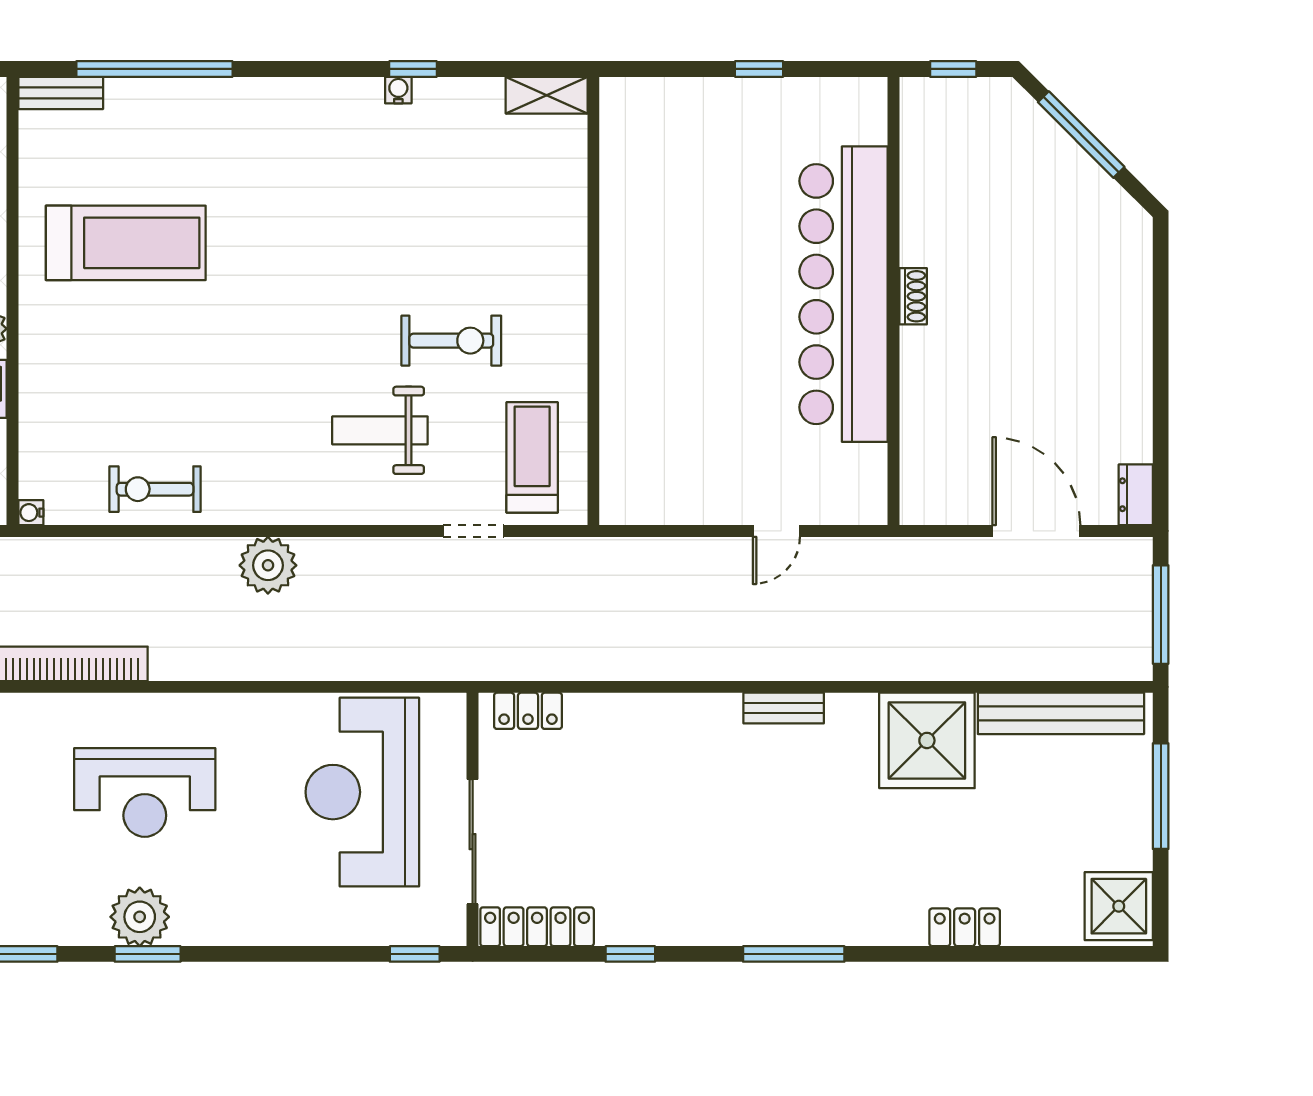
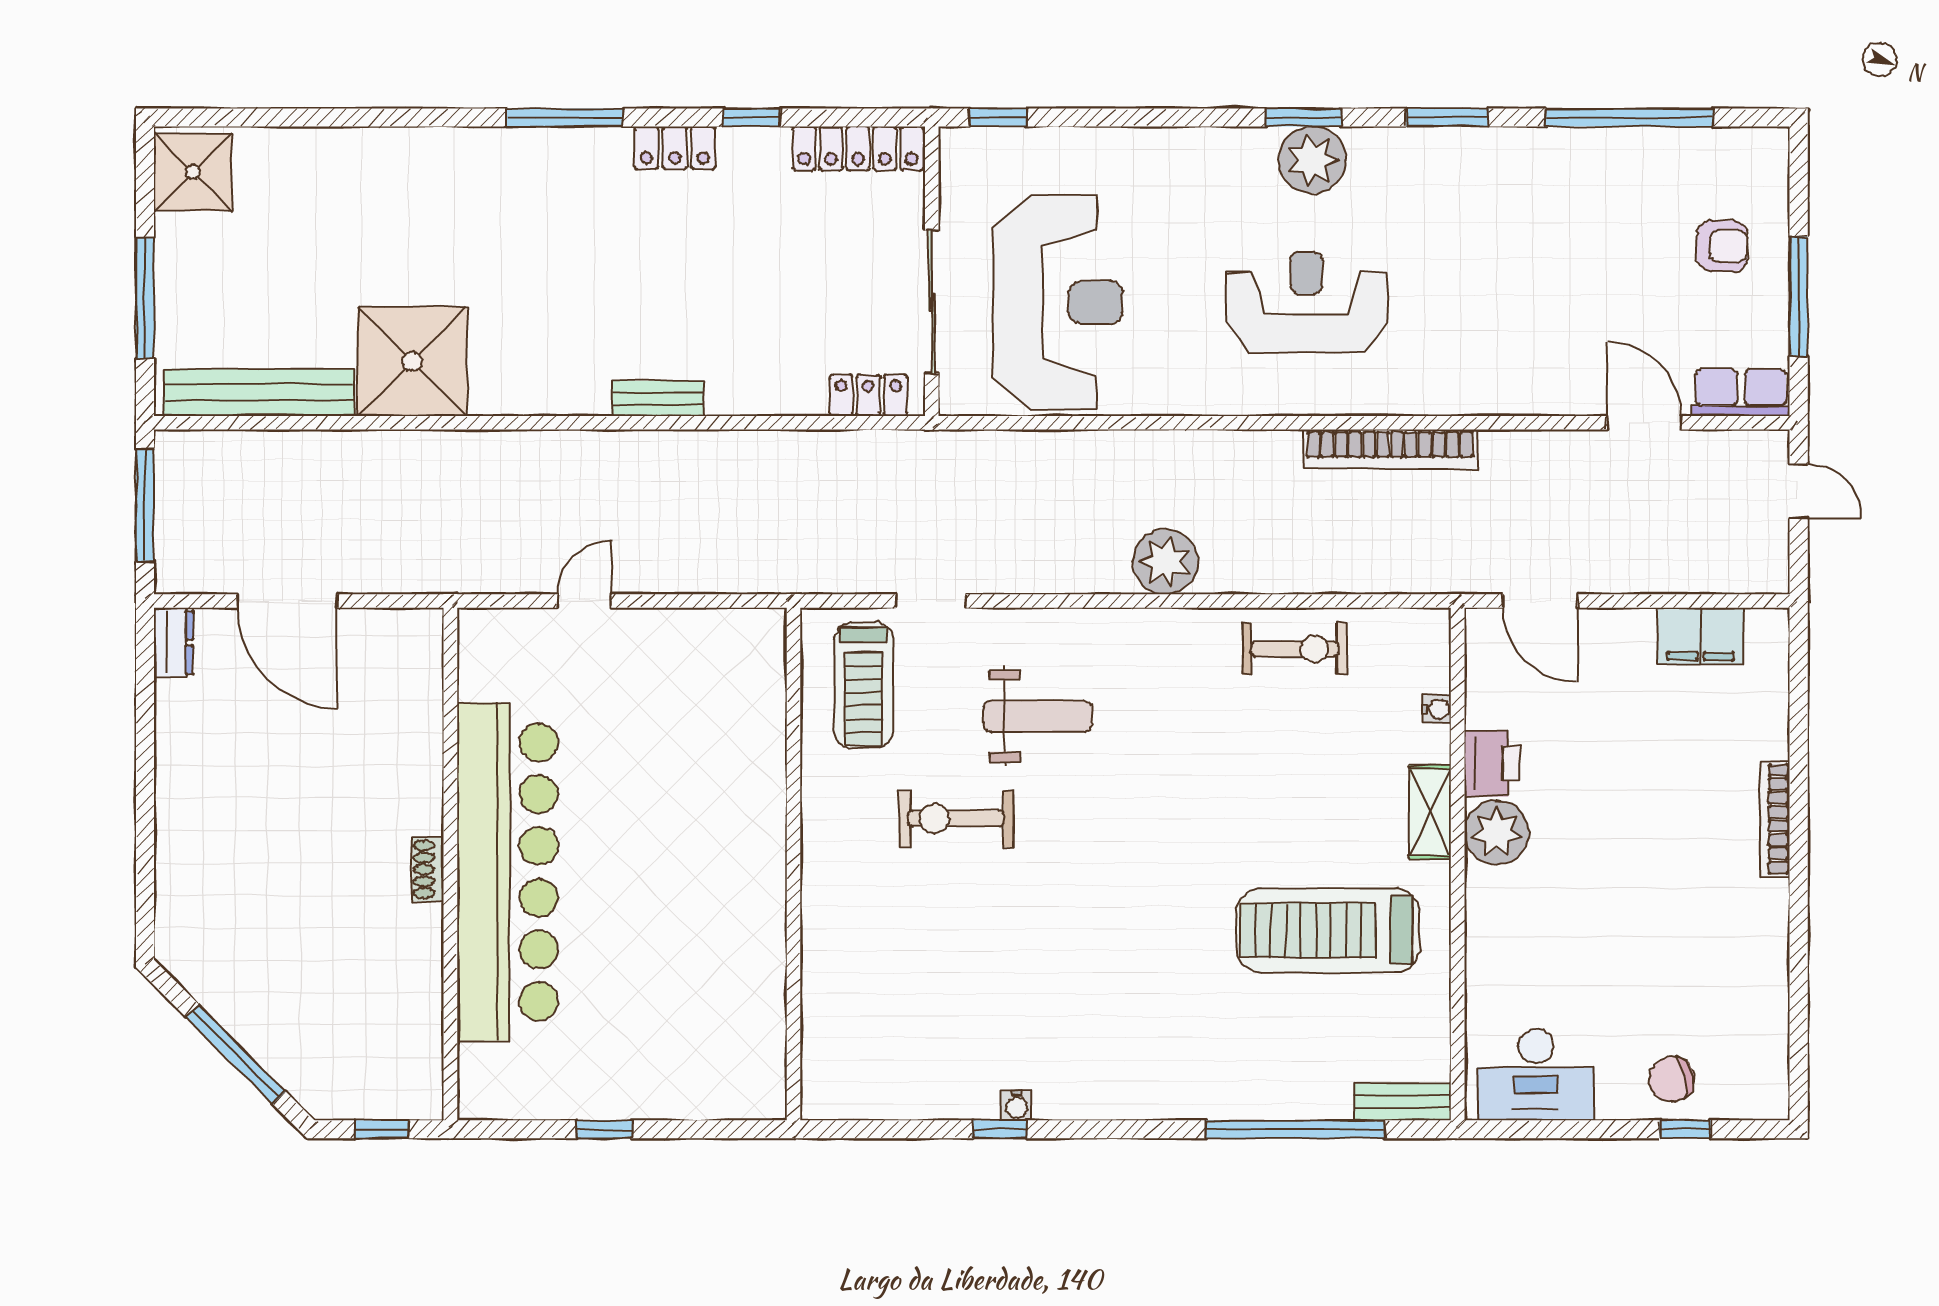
shelving: (547, 95) -> (1430, 812), moved, turned 90
water cooler: (31, 513) -> (1437, 709), moved
bench: (784, 708) -> (658, 399), moved
sliding door: (473, 842) -> (932, 302), moved
locker: (965, 927) -> (675, 148), moved

